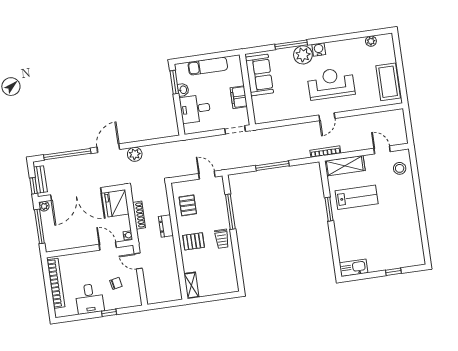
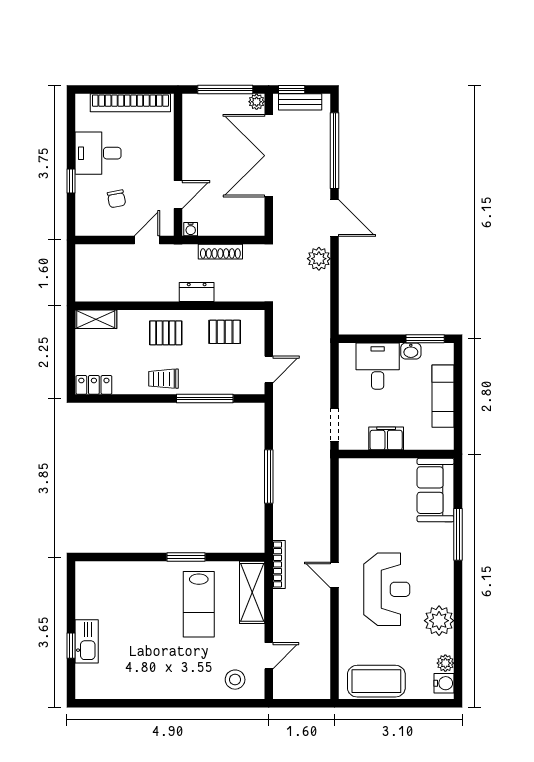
water cooler: (319, 49) -> (444, 683), moved
plant: (303, 55) -> (439, 621), moved
sofa: (259, 75) -> (436, 490), moved, turned 90
fridge: (117, 203) -> (244, 219), removed
pallet: (194, 241) -> (166, 333), turned 90
kitchen sink: (354, 268) -> (87, 641), moved
locker: (232, 281) -> (94, 385), added

